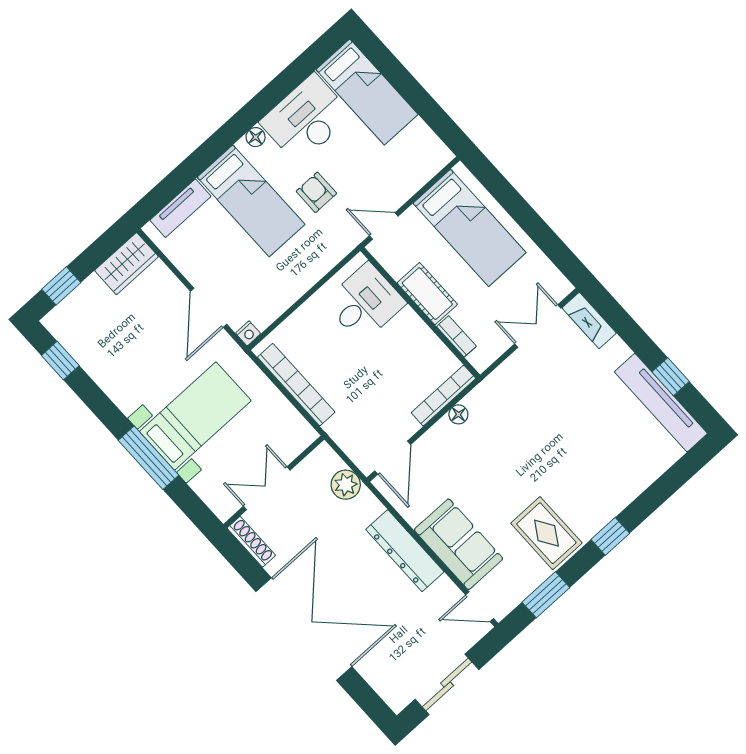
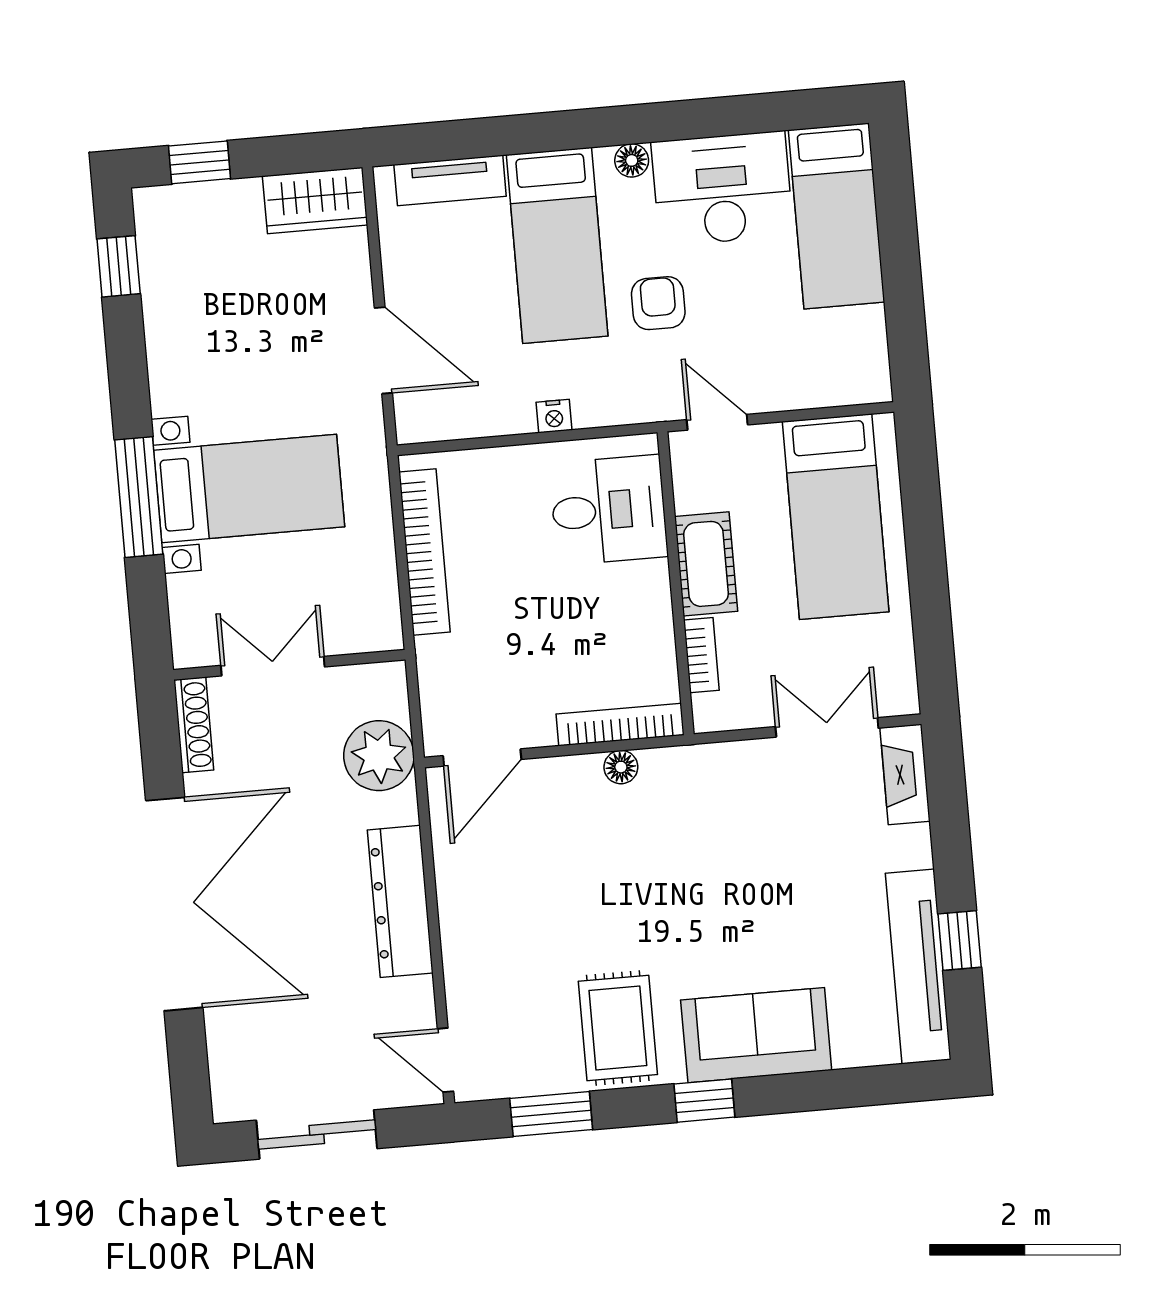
door: (209, 308) -> (383, 350), swing flipped
nightstand: (248, 333) -> (554, 416), moved
plant: (346, 485) -> (379, 756), width x1.36, depth x1.36
sofa: (459, 544) -> (756, 1035), moved, turned -90

